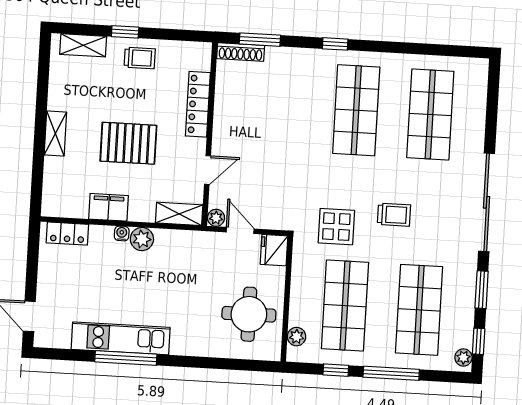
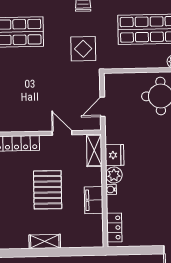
plant: (216, 218) -> (95, 124), removed
display table: (336, 227) -> (83, 49), moved
fridge: (274, 250) -> (114, 155), moved, turned -90

